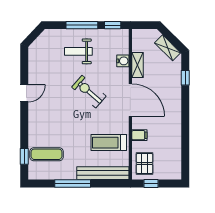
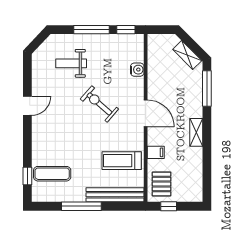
weight bench: (78, 51) -> (71, 63), moved
shelving: (138, 65) -> (196, 132), moved
window: (185, 78) -> (207, 88), width x2.17
door: (130, 100) -> (146, 113), width x0.73

